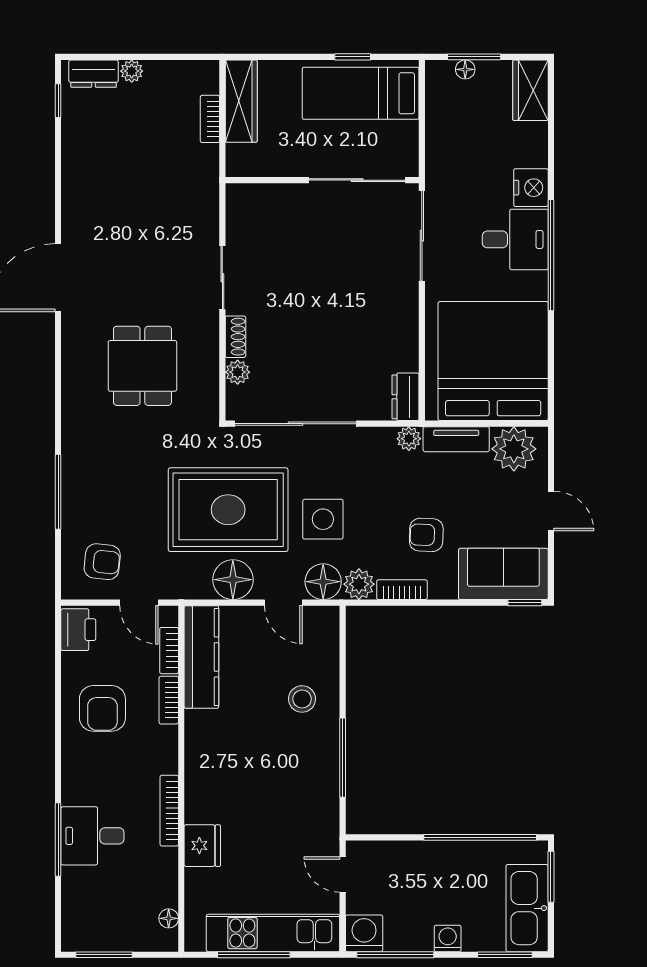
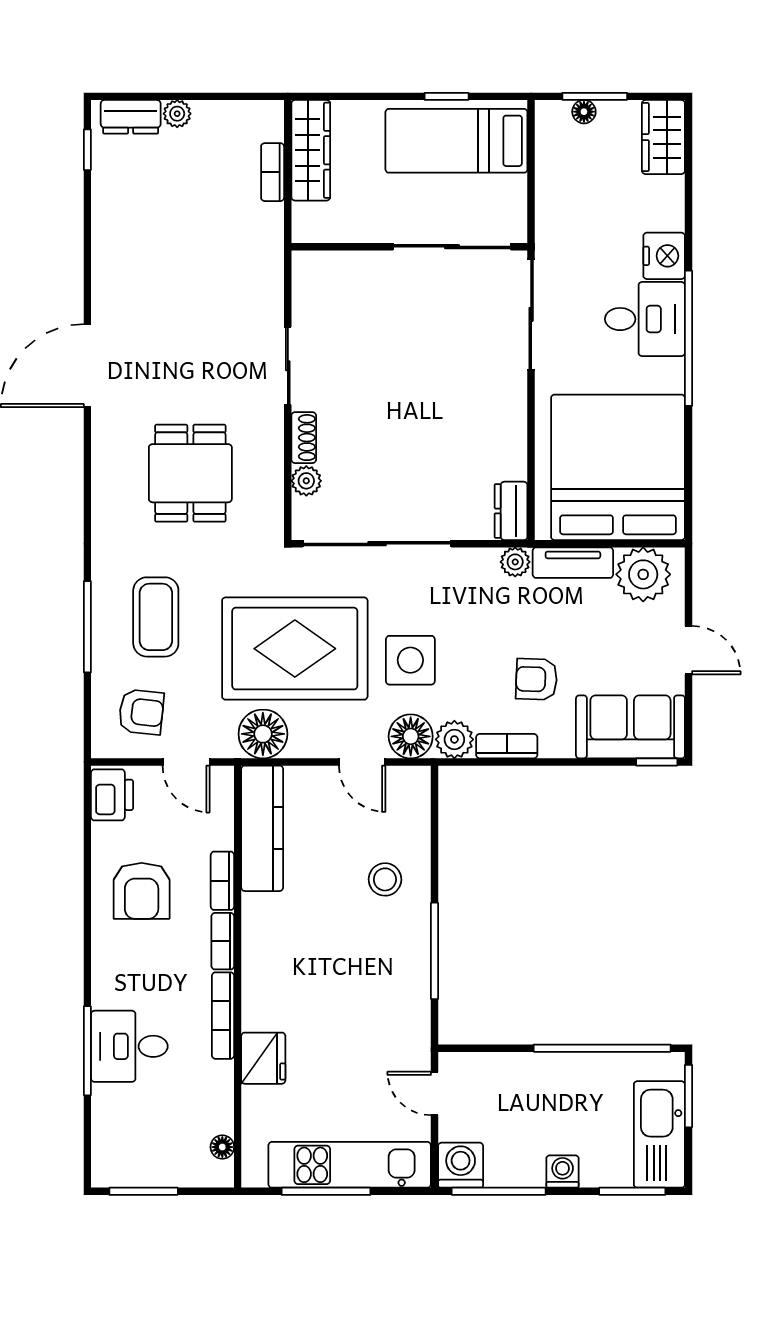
coffee table: (114, 484) -> (156, 617), added
floor lamp: (233, 580) -> (263, 734), moved
bookcase: (169, 651) -> (223, 941), moved

